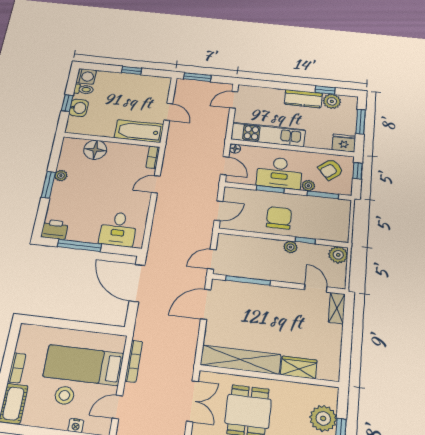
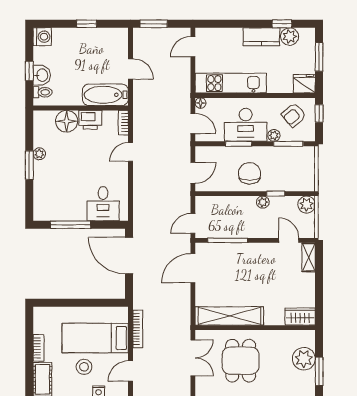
toilet: (84, 89) -> (43, 92), moved
printer: (55, 229) -> (90, 120), moved, turned 180
wardrobe: (299, 367) -> (300, 317), moved

